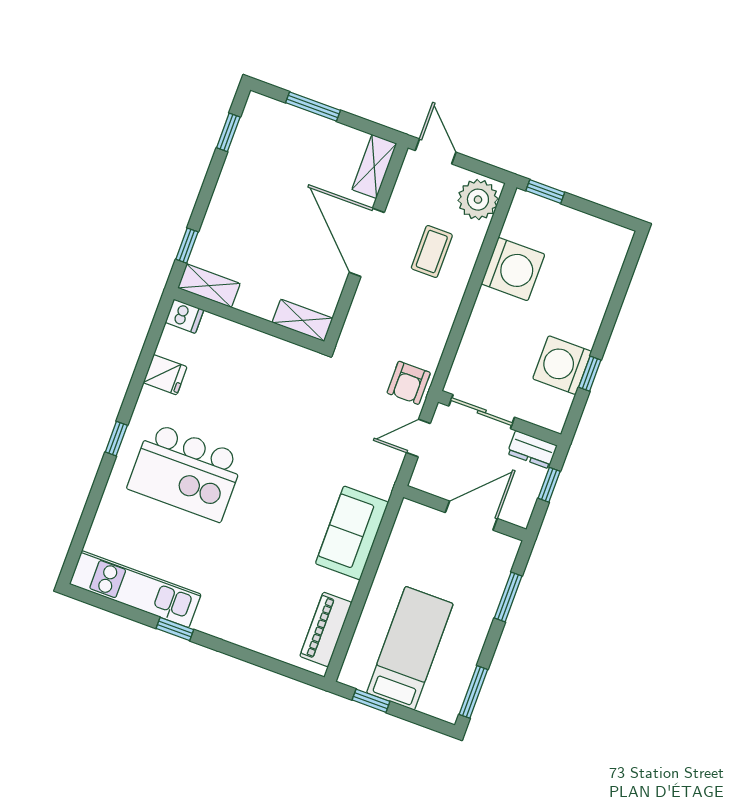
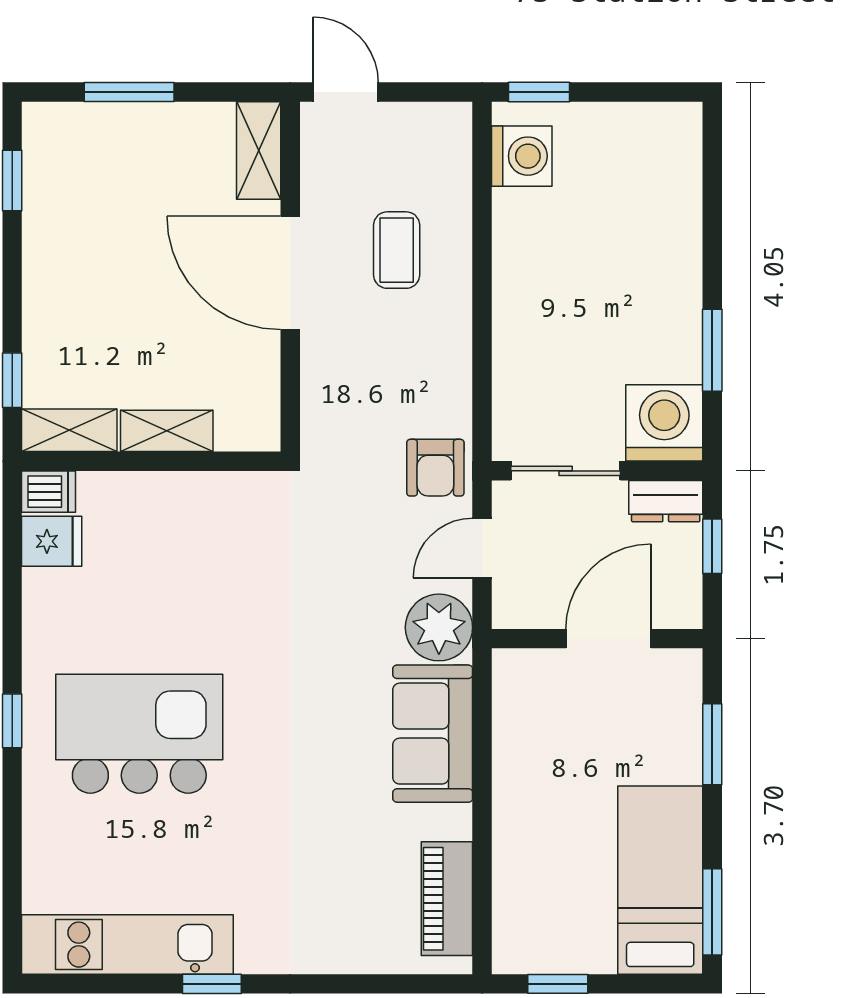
plant: (478, 200) -> (439, 627), moved
washing machine: (513, 269) -> (522, 156), moved, width x0.73, depth x0.73
shelving: (302, 320) -> (167, 431), moved
washing machine: (562, 365) -> (664, 423), moved, turned 90
window: (590, 374) -> (712, 350), width x1.50
fridge: (165, 375) -> (52, 541), moved
kitchen island: (186, 472) -> (139, 734), turned 180
bed: (410, 648) -> (660, 880), moved

